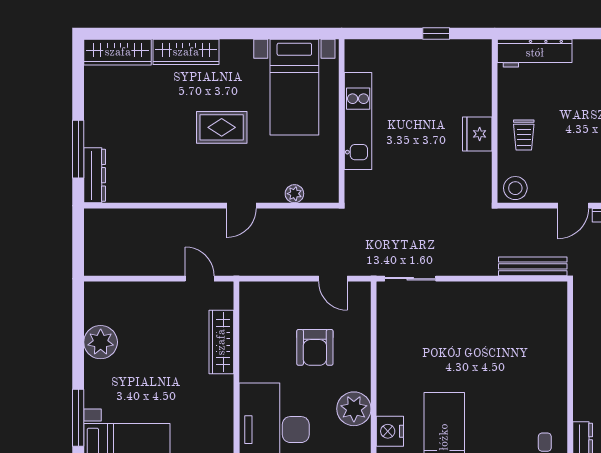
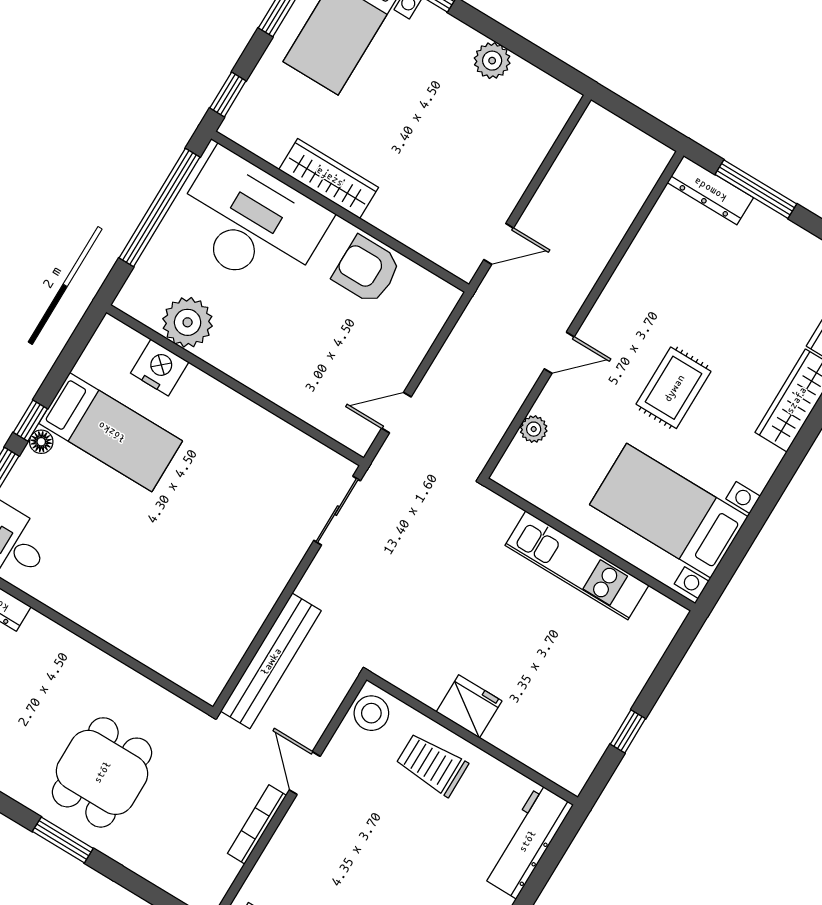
trolley: (524, 135) -> (432, 764), width x1.36, depth x1.39
door: (241, 206) -> (559, 353), swing flipped
bench: (533, 266) -> (271, 661), width x1.37, depth x1.21
plant: (101, 342) -> (492, 61), width x0.73, depth x0.73
wardrobe: (221, 342) -> (329, 178), moved
armchair: (315, 347) -> (367, 270), moved
plant: (354, 409) -> (188, 322), moved

